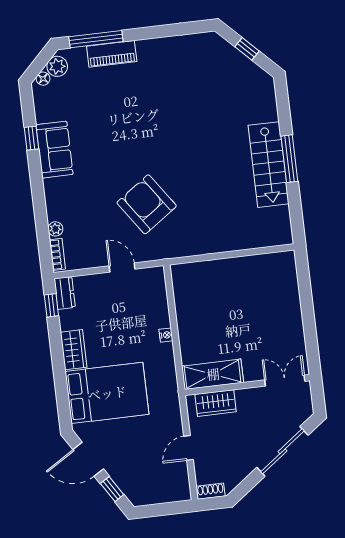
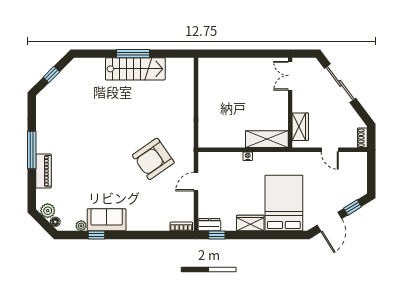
window: (96, 39) -> (32, 150), moved
plant: (55, 229) -> (81, 226), moved
shelving: (213, 374) -> (267, 139), moved, turned 90

